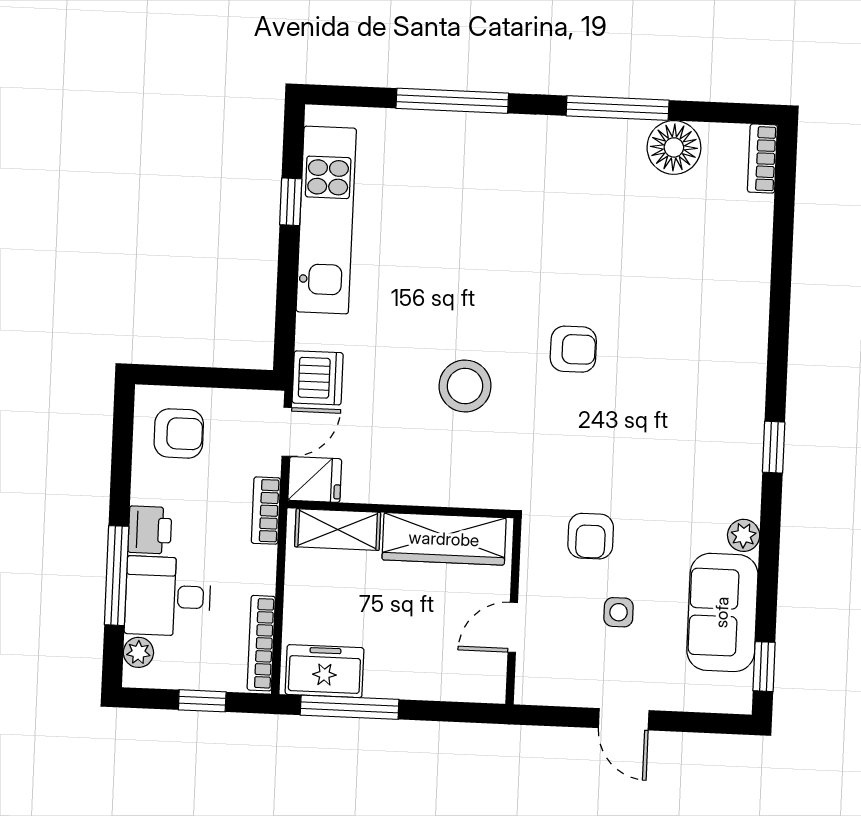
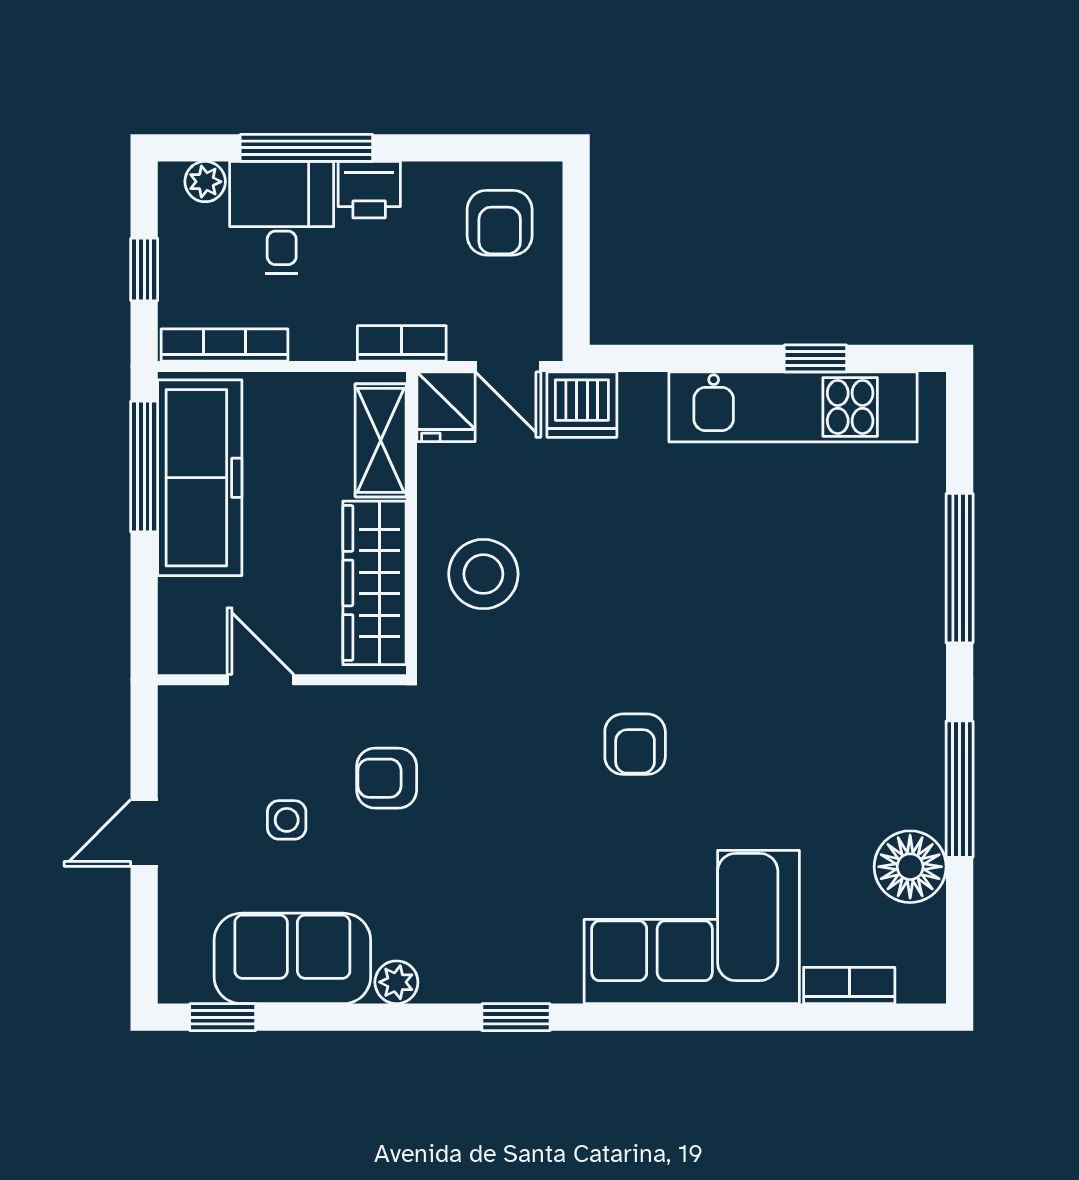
bookcase: (762, 159) -> (849, 985), moved
corner sofa: (712, 313) -> (692, 927), added
stool: (465, 386) -> (483, 574), moved
freezer: (325, 671) -> (200, 478), width x1.91, depth x1.26

